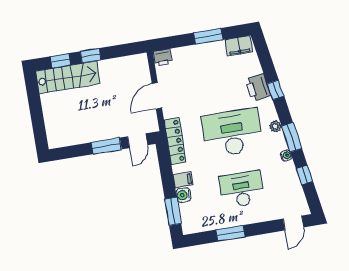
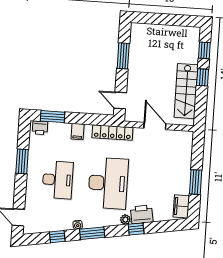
printer: (163, 58) -> (40, 128), moved, turned -90
stairs: (68, 77) -> (186, 91), moved
plant: (275, 126) -> (125, 220), moved
window: (106, 146) -> (123, 56), moved
water cooler: (183, 195) -> (64, 129), removed

